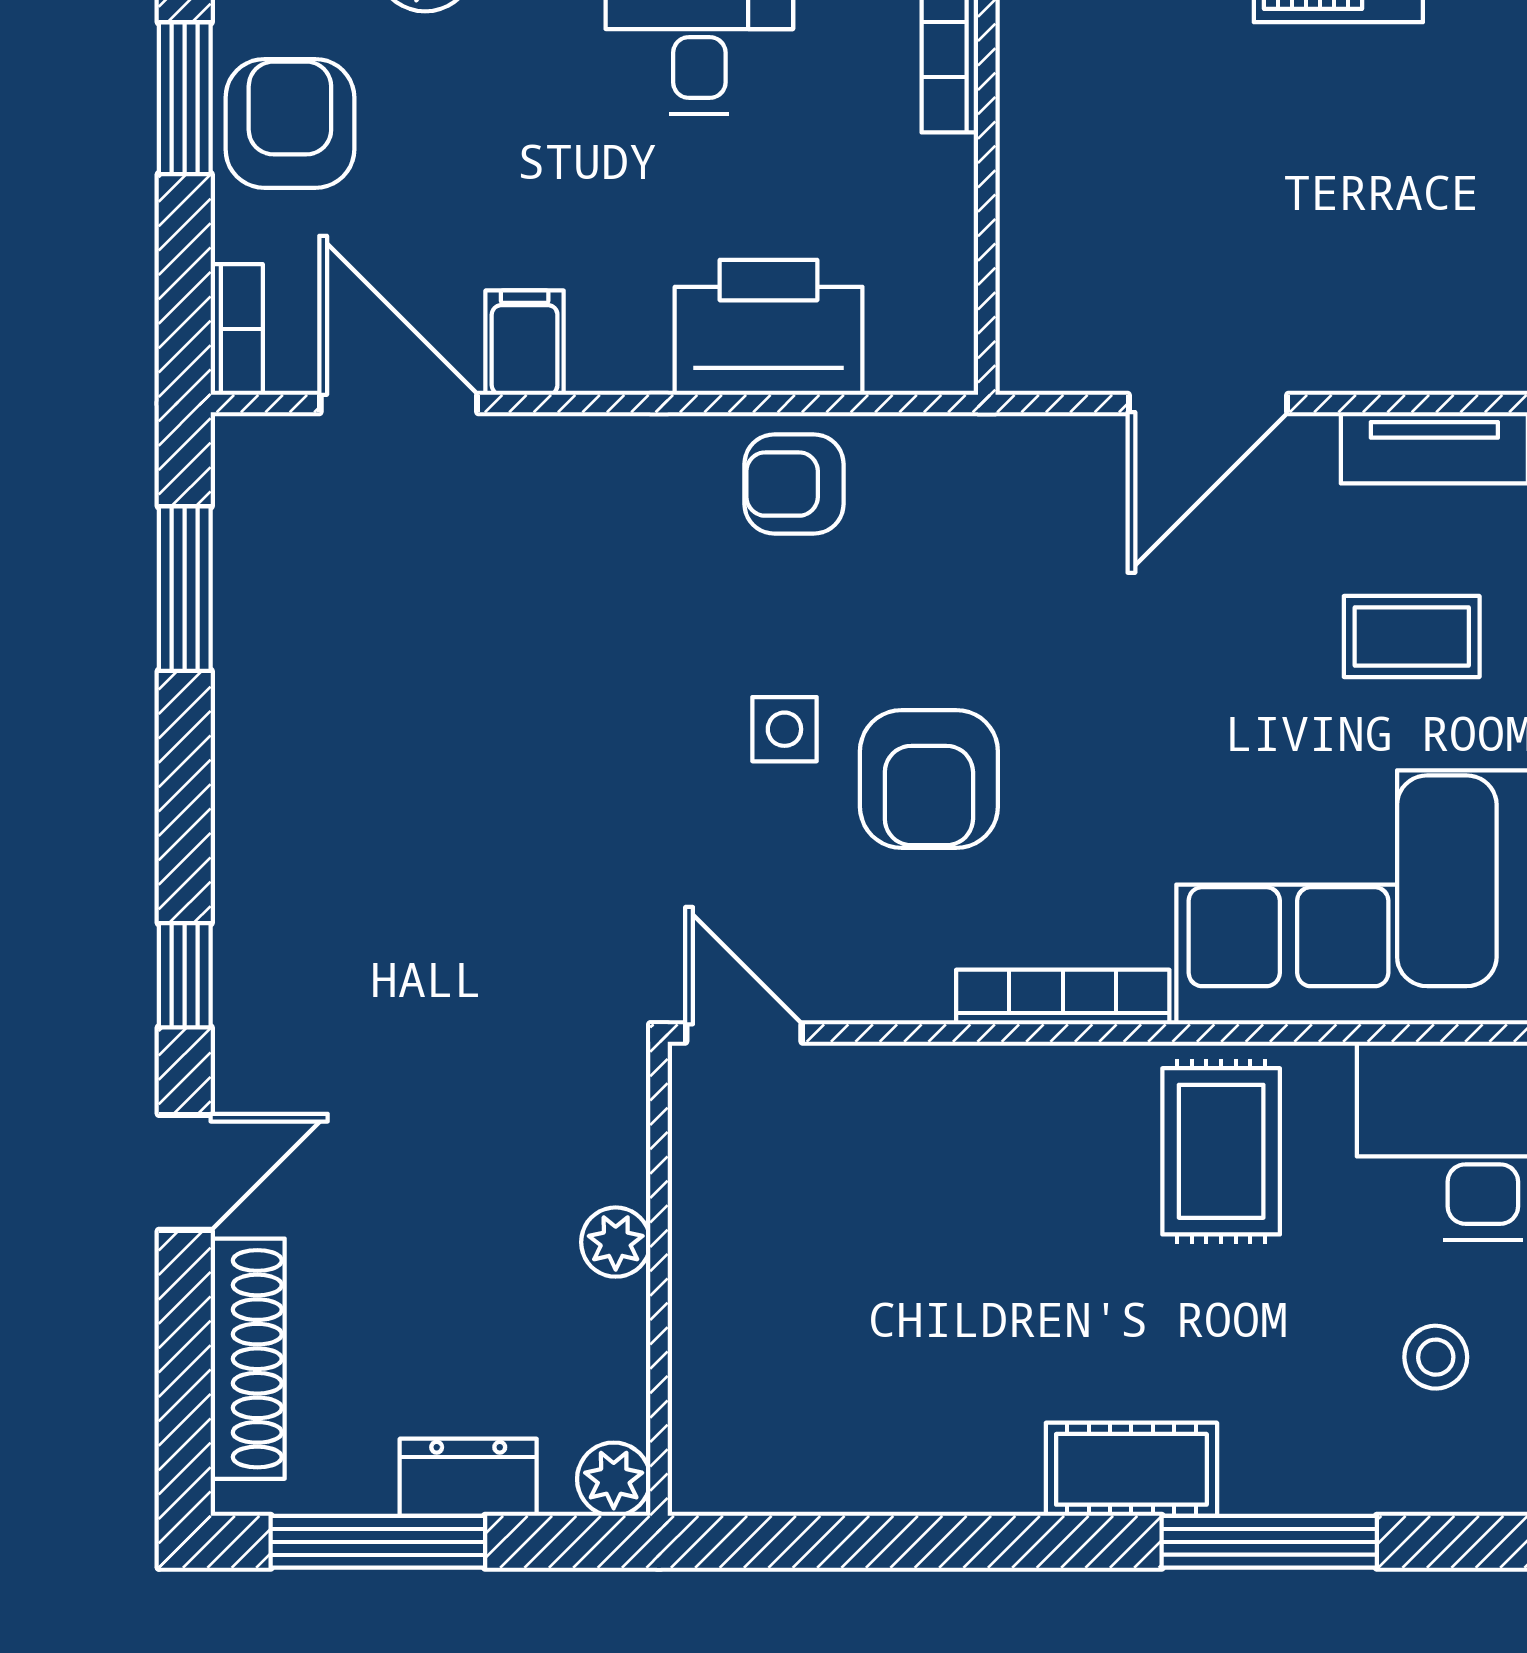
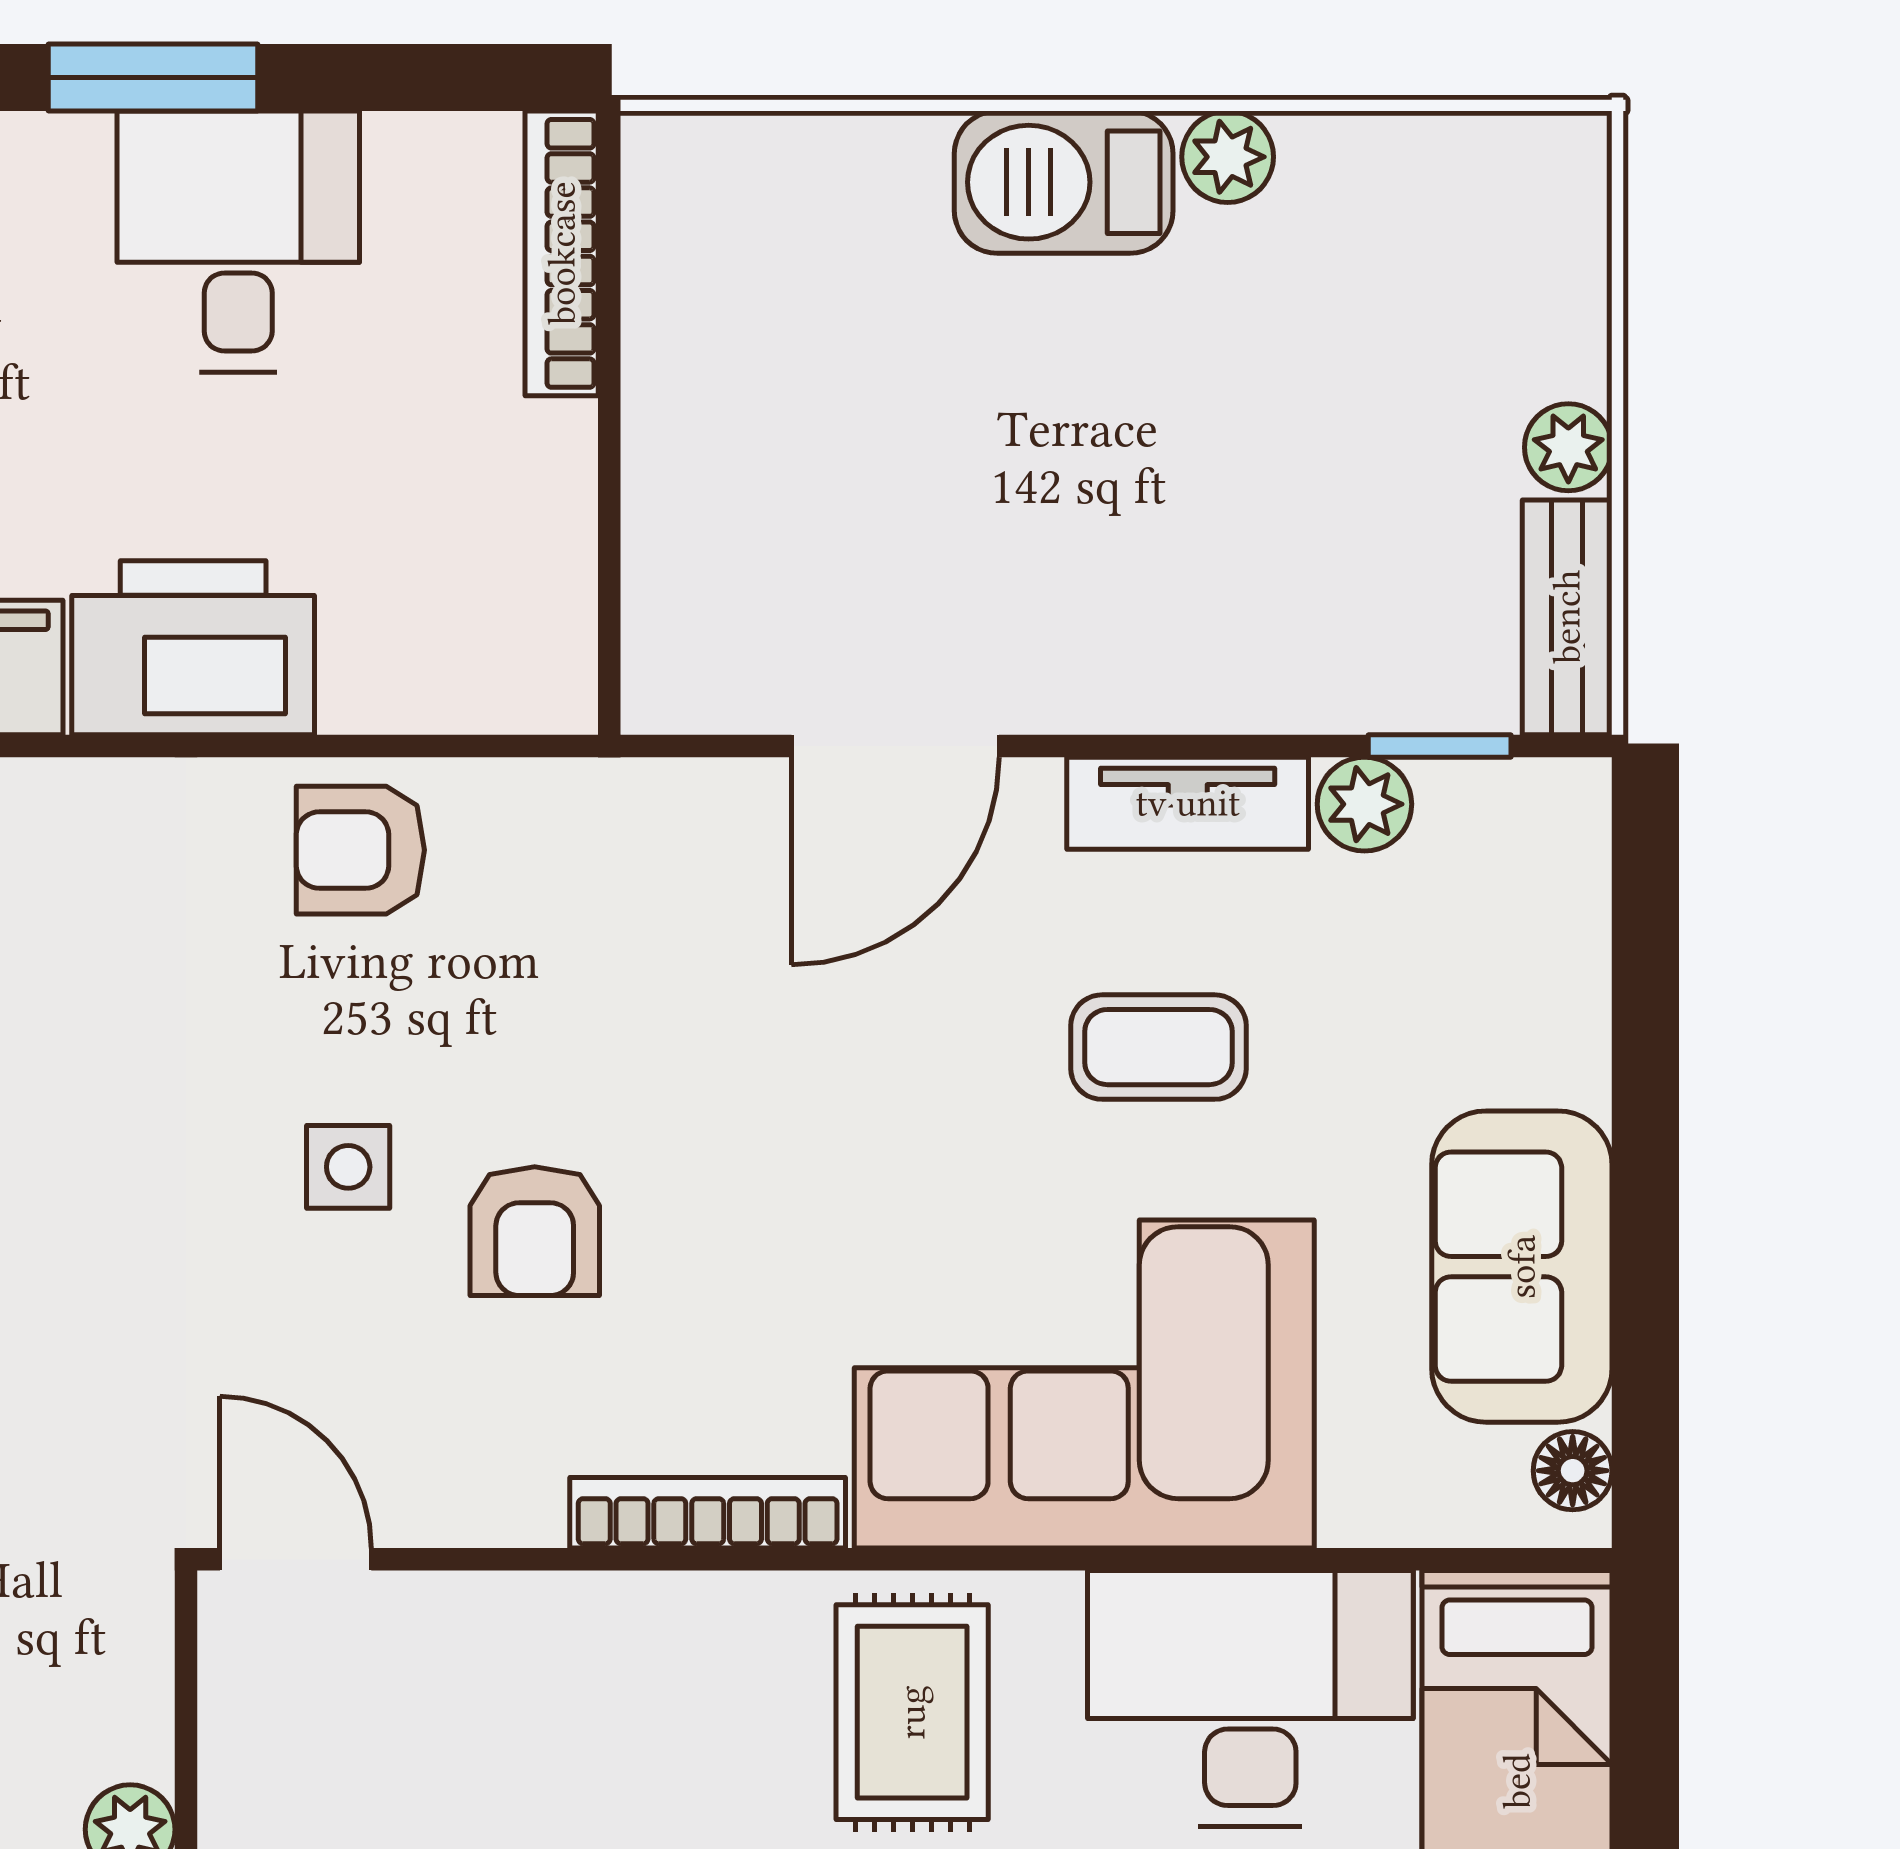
printer: (769, 327) -> (193, 648), moved
armchair: (929, 779) -> (535, 1231), width x0.72, depth x0.72

